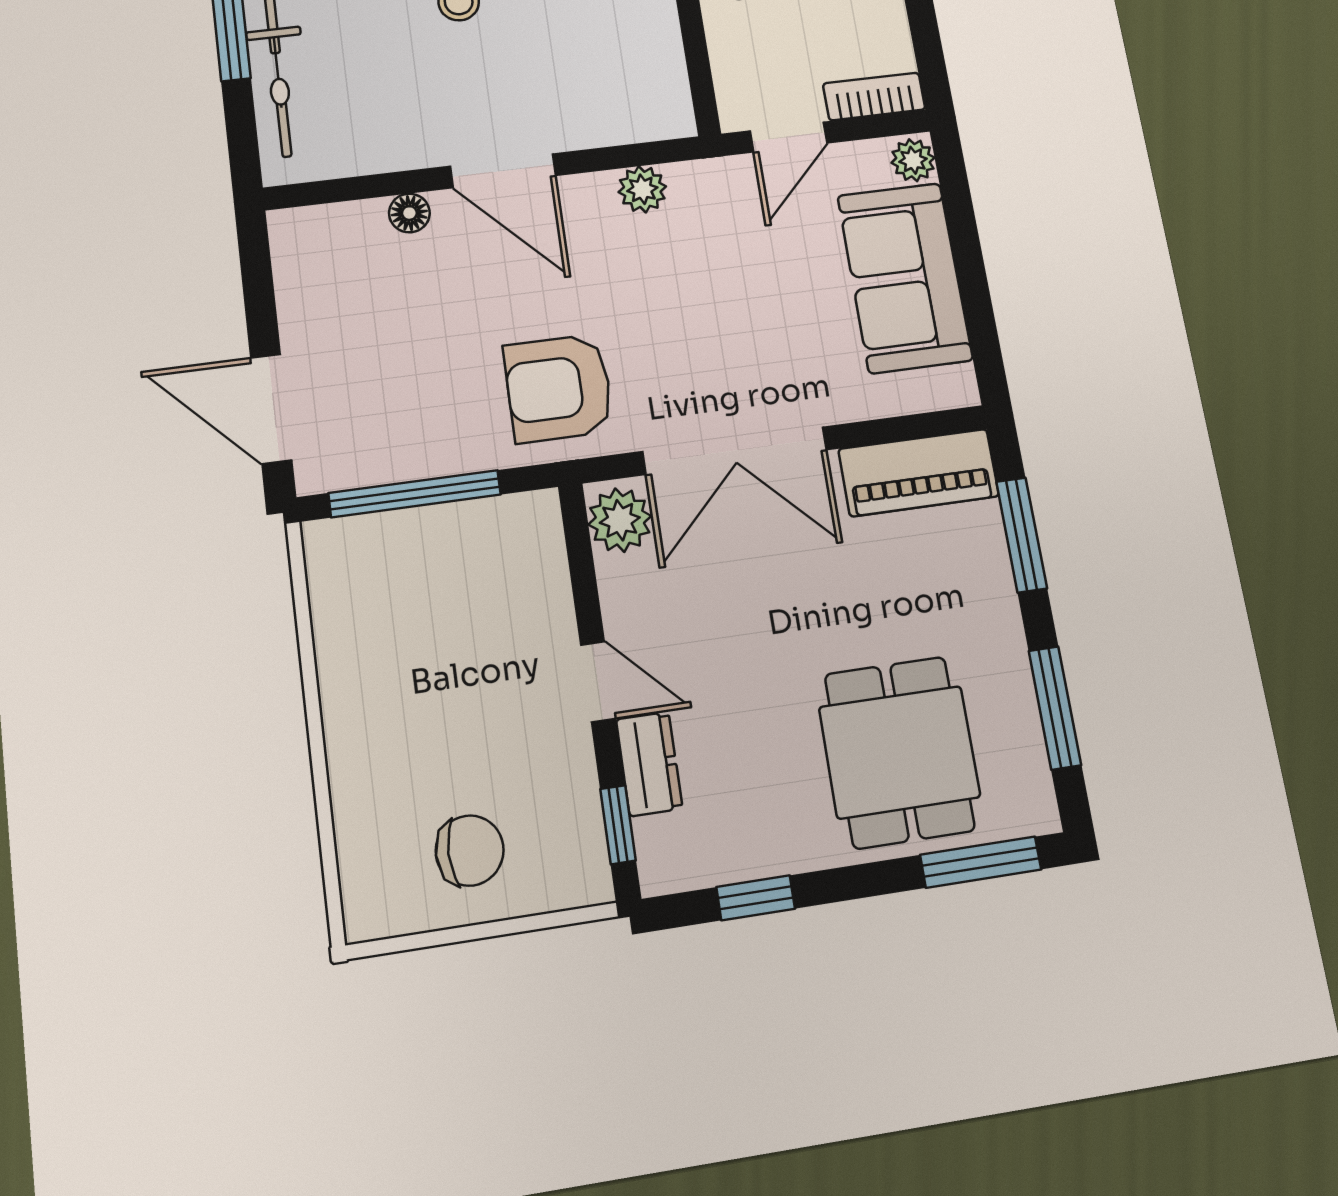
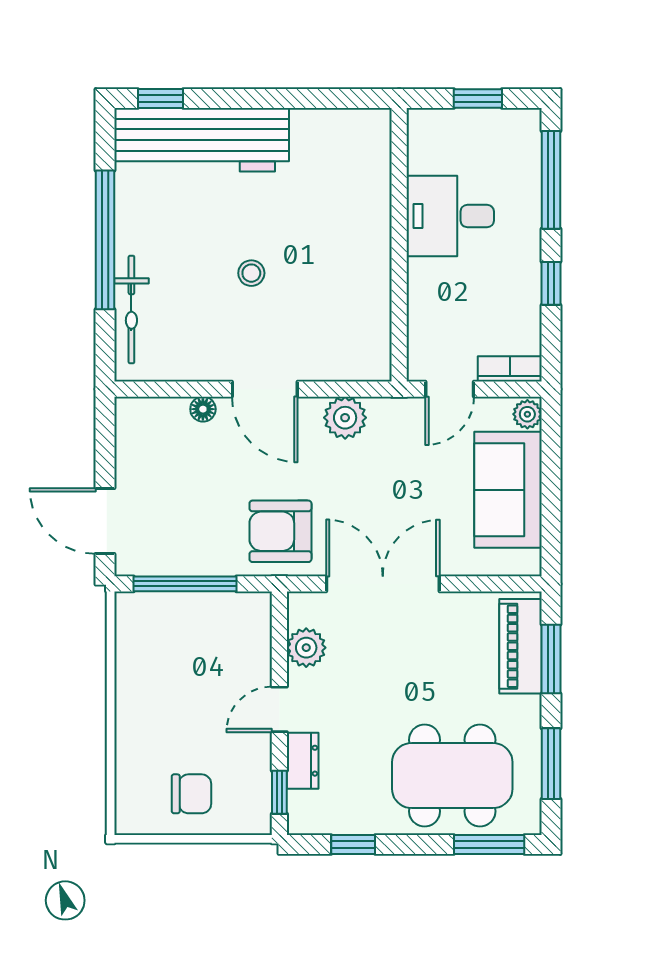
plant: (642, 189) -> (345, 418), width x1.38, depth x1.38
double door: (735, 451) -> (383, 584), swing flipped
piano: (919, 473) -> (520, 646), moved, turned 90
plant: (620, 520) -> (306, 648), moved
door: (598, 682) -> (279, 709), swing flipped
dining table: (899, 752) -> (452, 776), width x1.38

